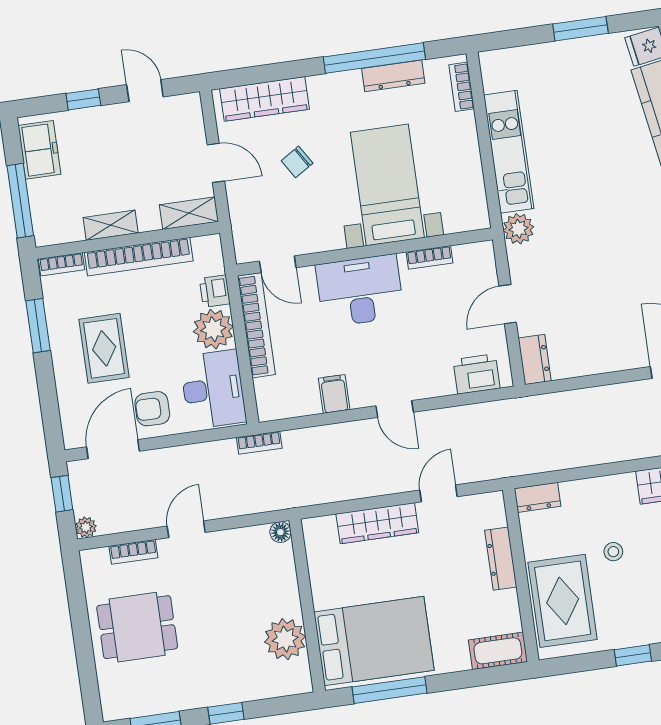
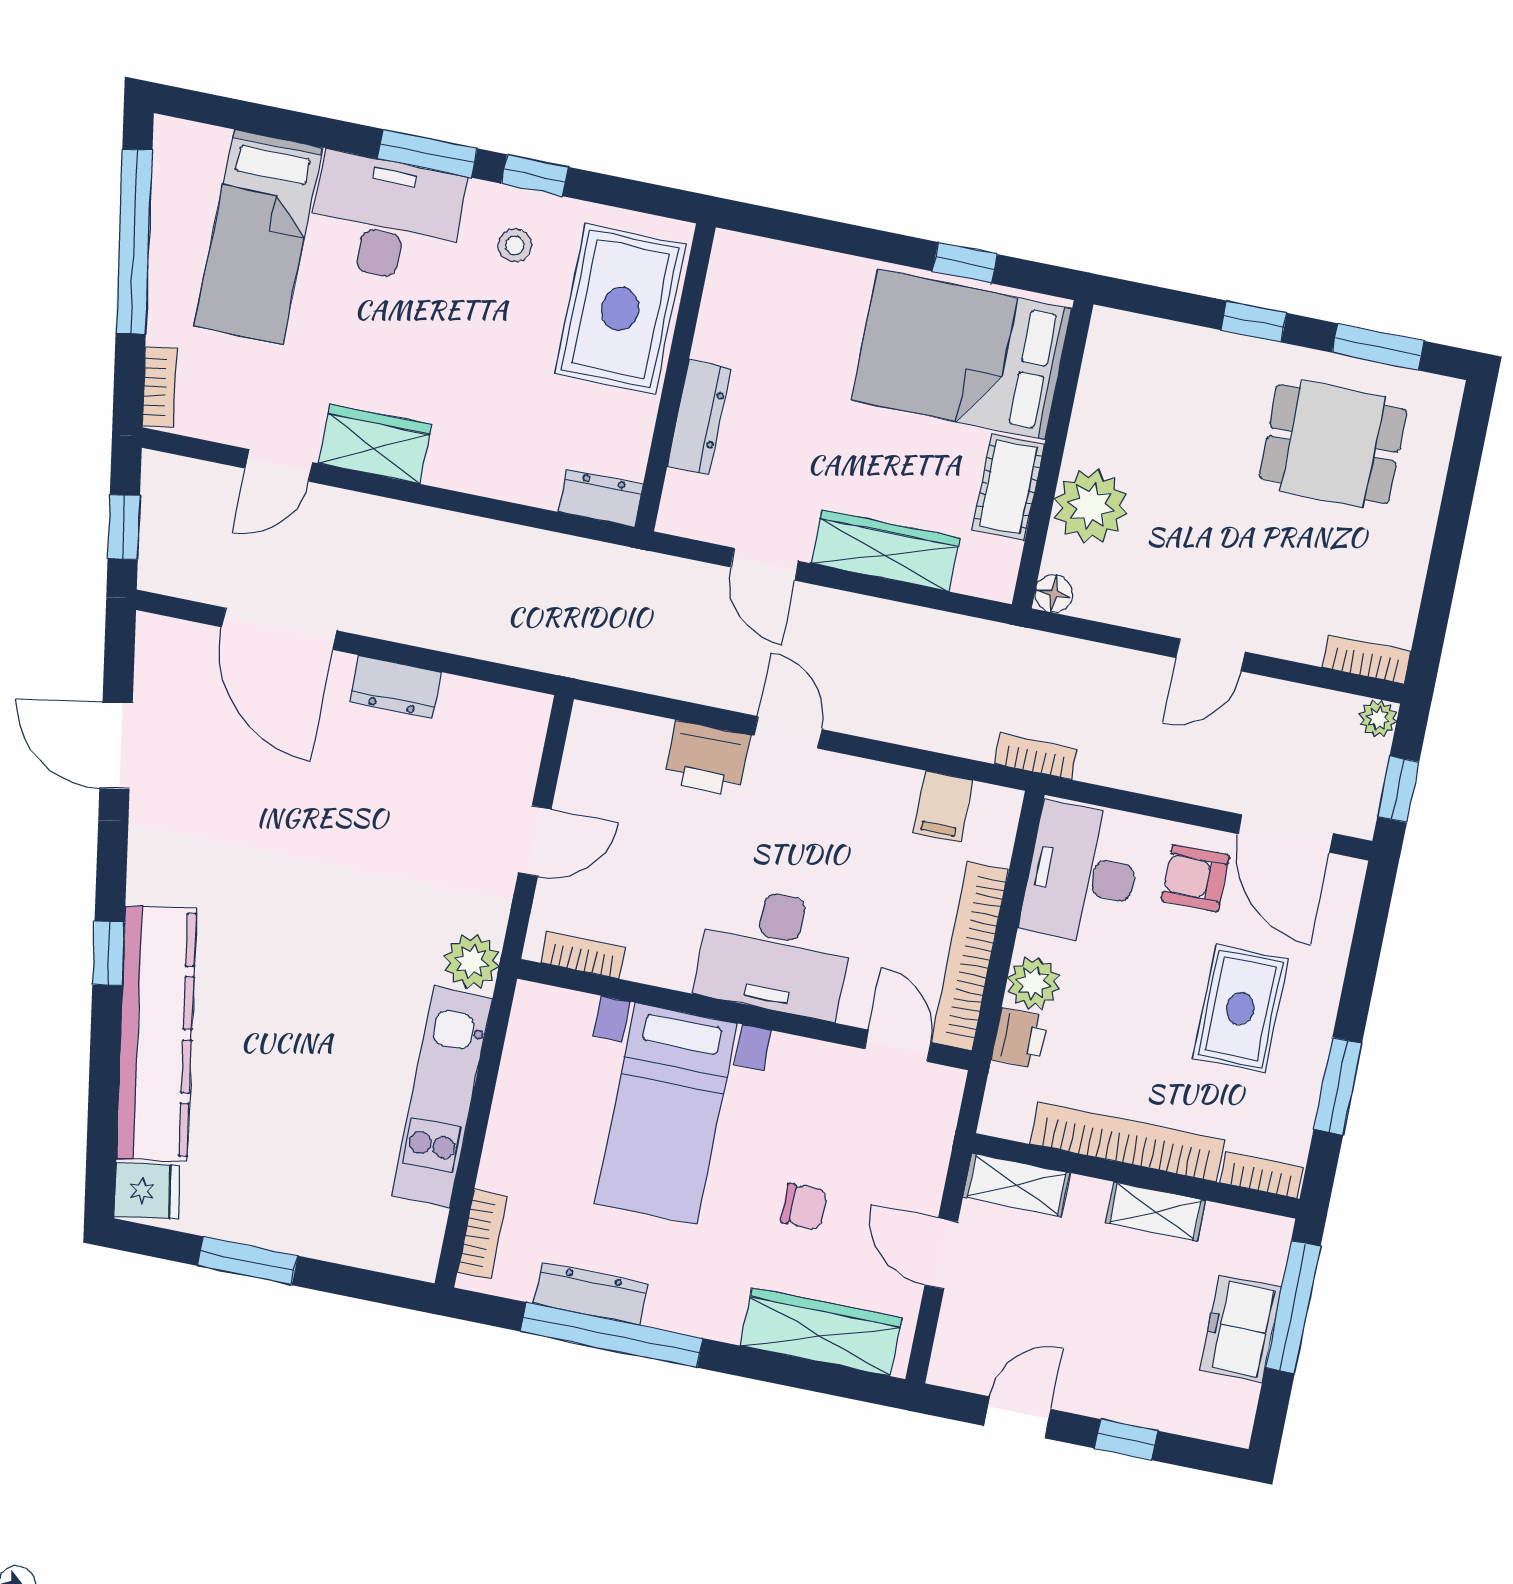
door: (145, 91) -> (1017, 1417), swing flipped
freezer: (39, 150) -> (1241, 1329), moved
chair: (297, 162) -> (804, 1206), turned 32
bookcase: (430, 257) -> (583, 955), moved
plant: (213, 329) -> (1034, 983), width x0.73, depth x0.73
dresser: (535, 360) -> (395, 687), moved, turned -90
printer: (477, 374) -> (707, 758), moved
filing cabinet: (334, 394) -> (943, 807), moved
armchair: (152, 409) -> (1195, 878), turned 180
door: (113, 449) -> (1286, 834), hinge flipped
door: (439, 493) -> (765, 564), hinge flipped
bookcase: (133, 552) -> (1367, 659), moved
stool: (613, 552) -> (515, 245), moved
dining table: (137, 627) -> (1333, 444), moved
plant: (285, 639) -> (1091, 506), moved
cot: (498, 651) -> (1008, 487), moved, turned 90
window: (389, 690) -> (965, 263), width x0.46

